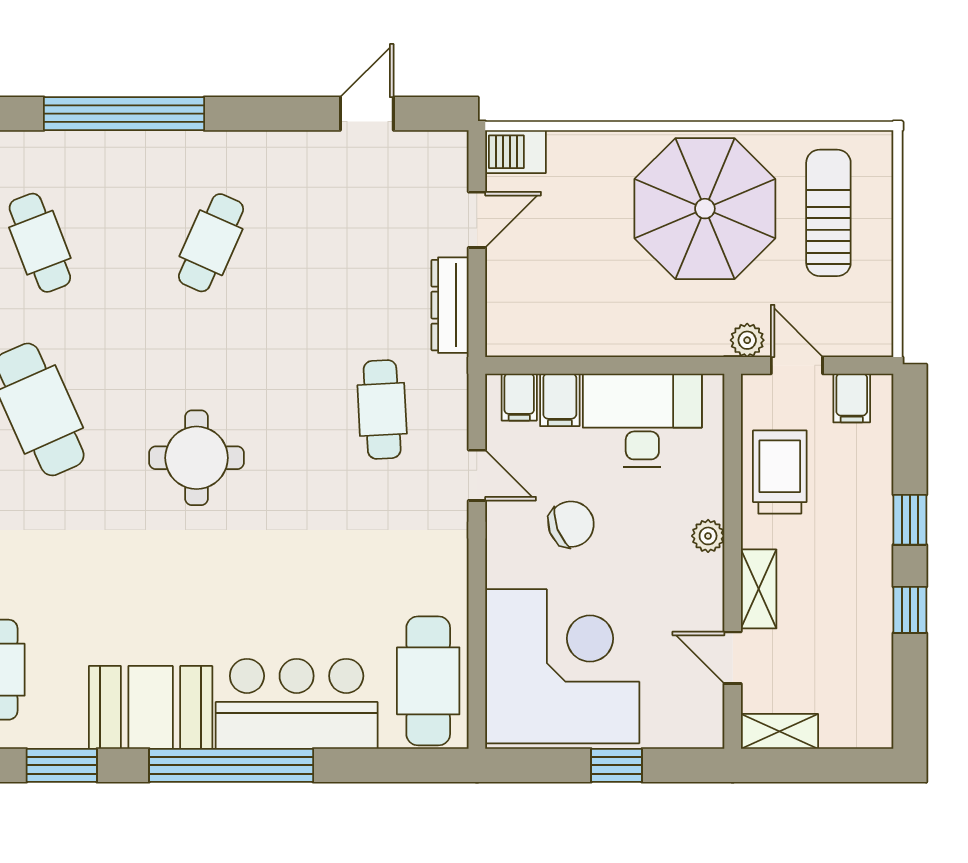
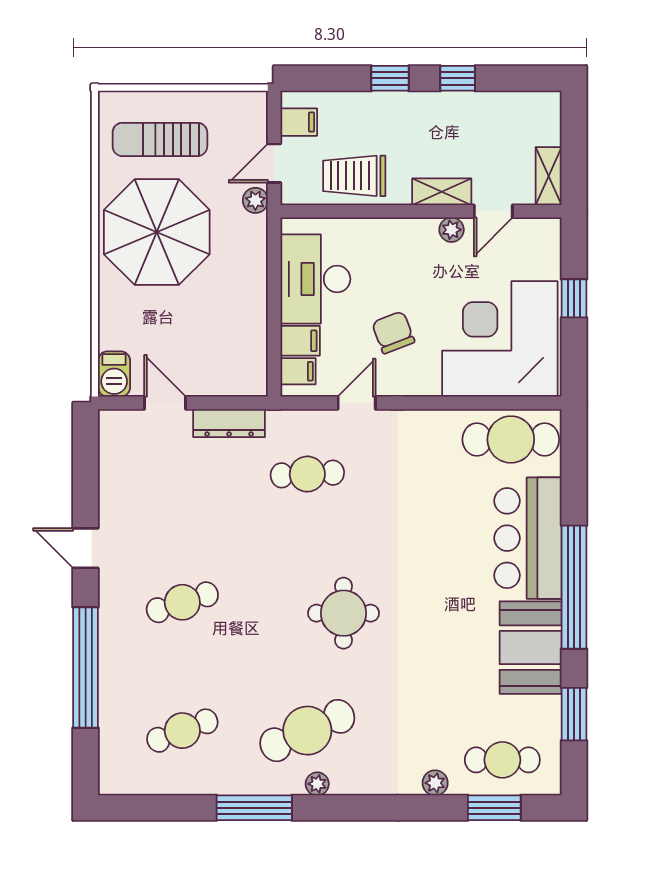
door: (367, 114) -> (86, 548), moved
cafe table: (211, 243) -> (182, 602), turned -42
plant: (708, 536) -> (452, 230), moved

